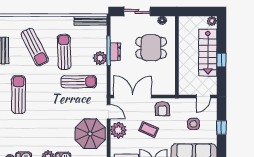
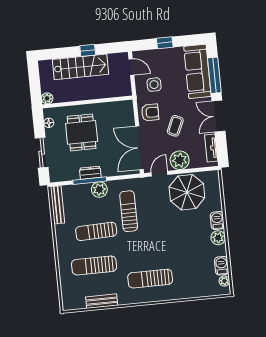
plant: (212, 21) -> (47, 98), moved
sun lounger: (35, 47) -> (94, 265), turned -153
side table: (193, 124) -> (154, 85), moved

